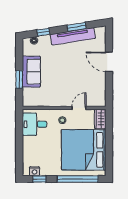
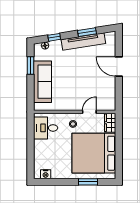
sofa: (31, 72) -> (42, 82), width x1.36
window: (19, 80) -> (30, 65), moved
window: (39, 179) -> (50, 182), removed
window: (78, 179) -> (88, 182), width x0.47

